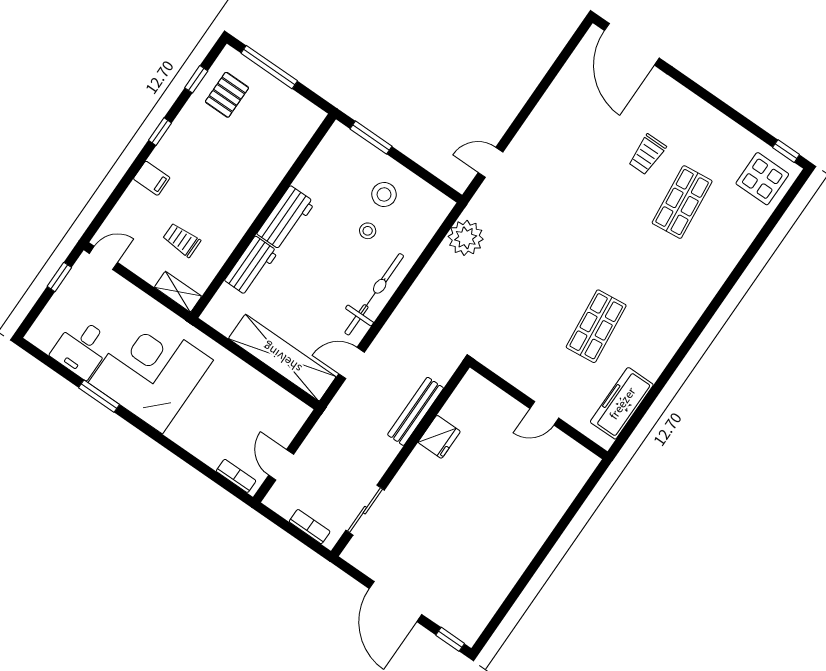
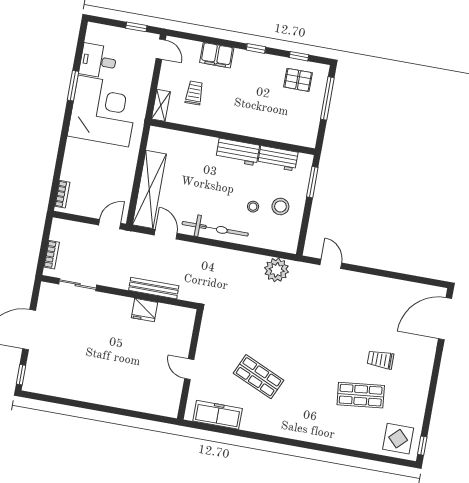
filing cabinet: (152, 178) -> (217, 55), width x2.00
workbench: (251, 266) -> (278, 158), moved
shop shelf: (596, 326) -> (258, 377), turned 30
door: (281, 465) -> (110, 224), moved

